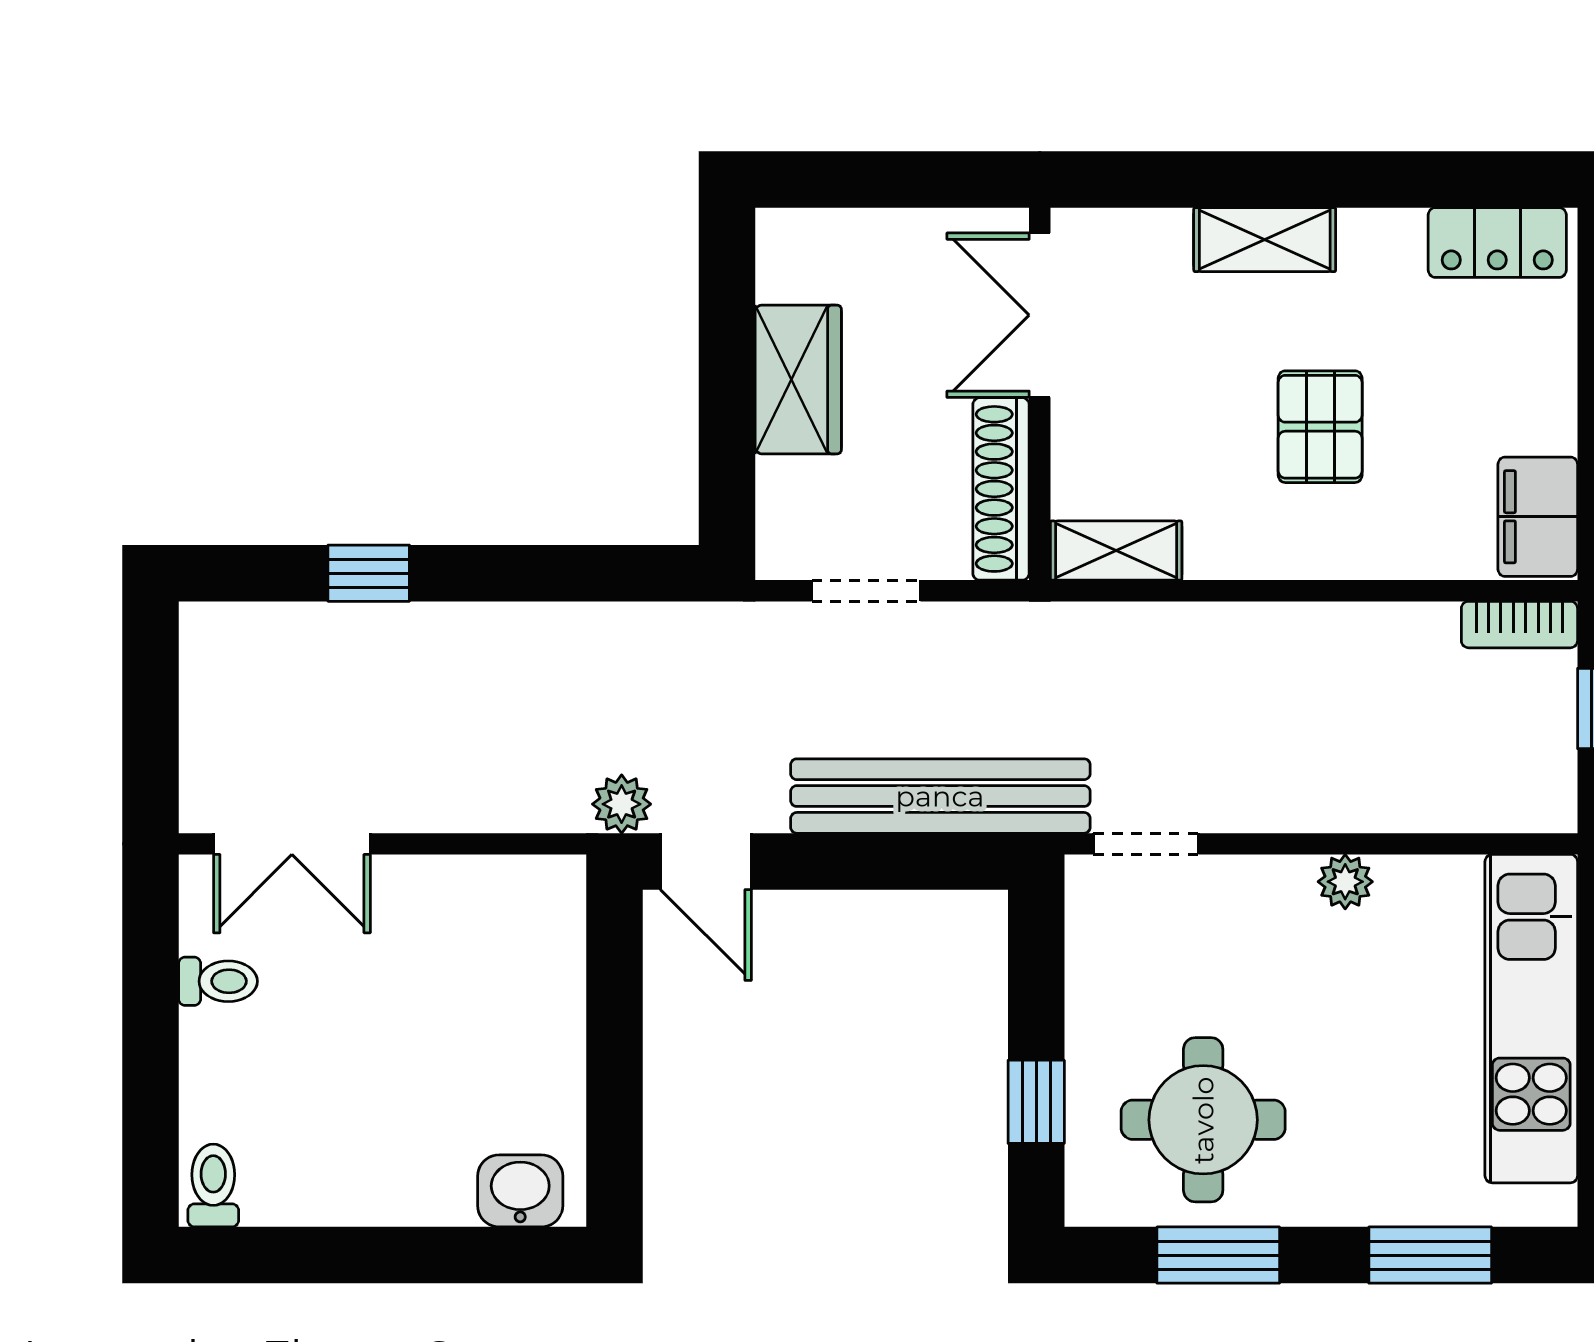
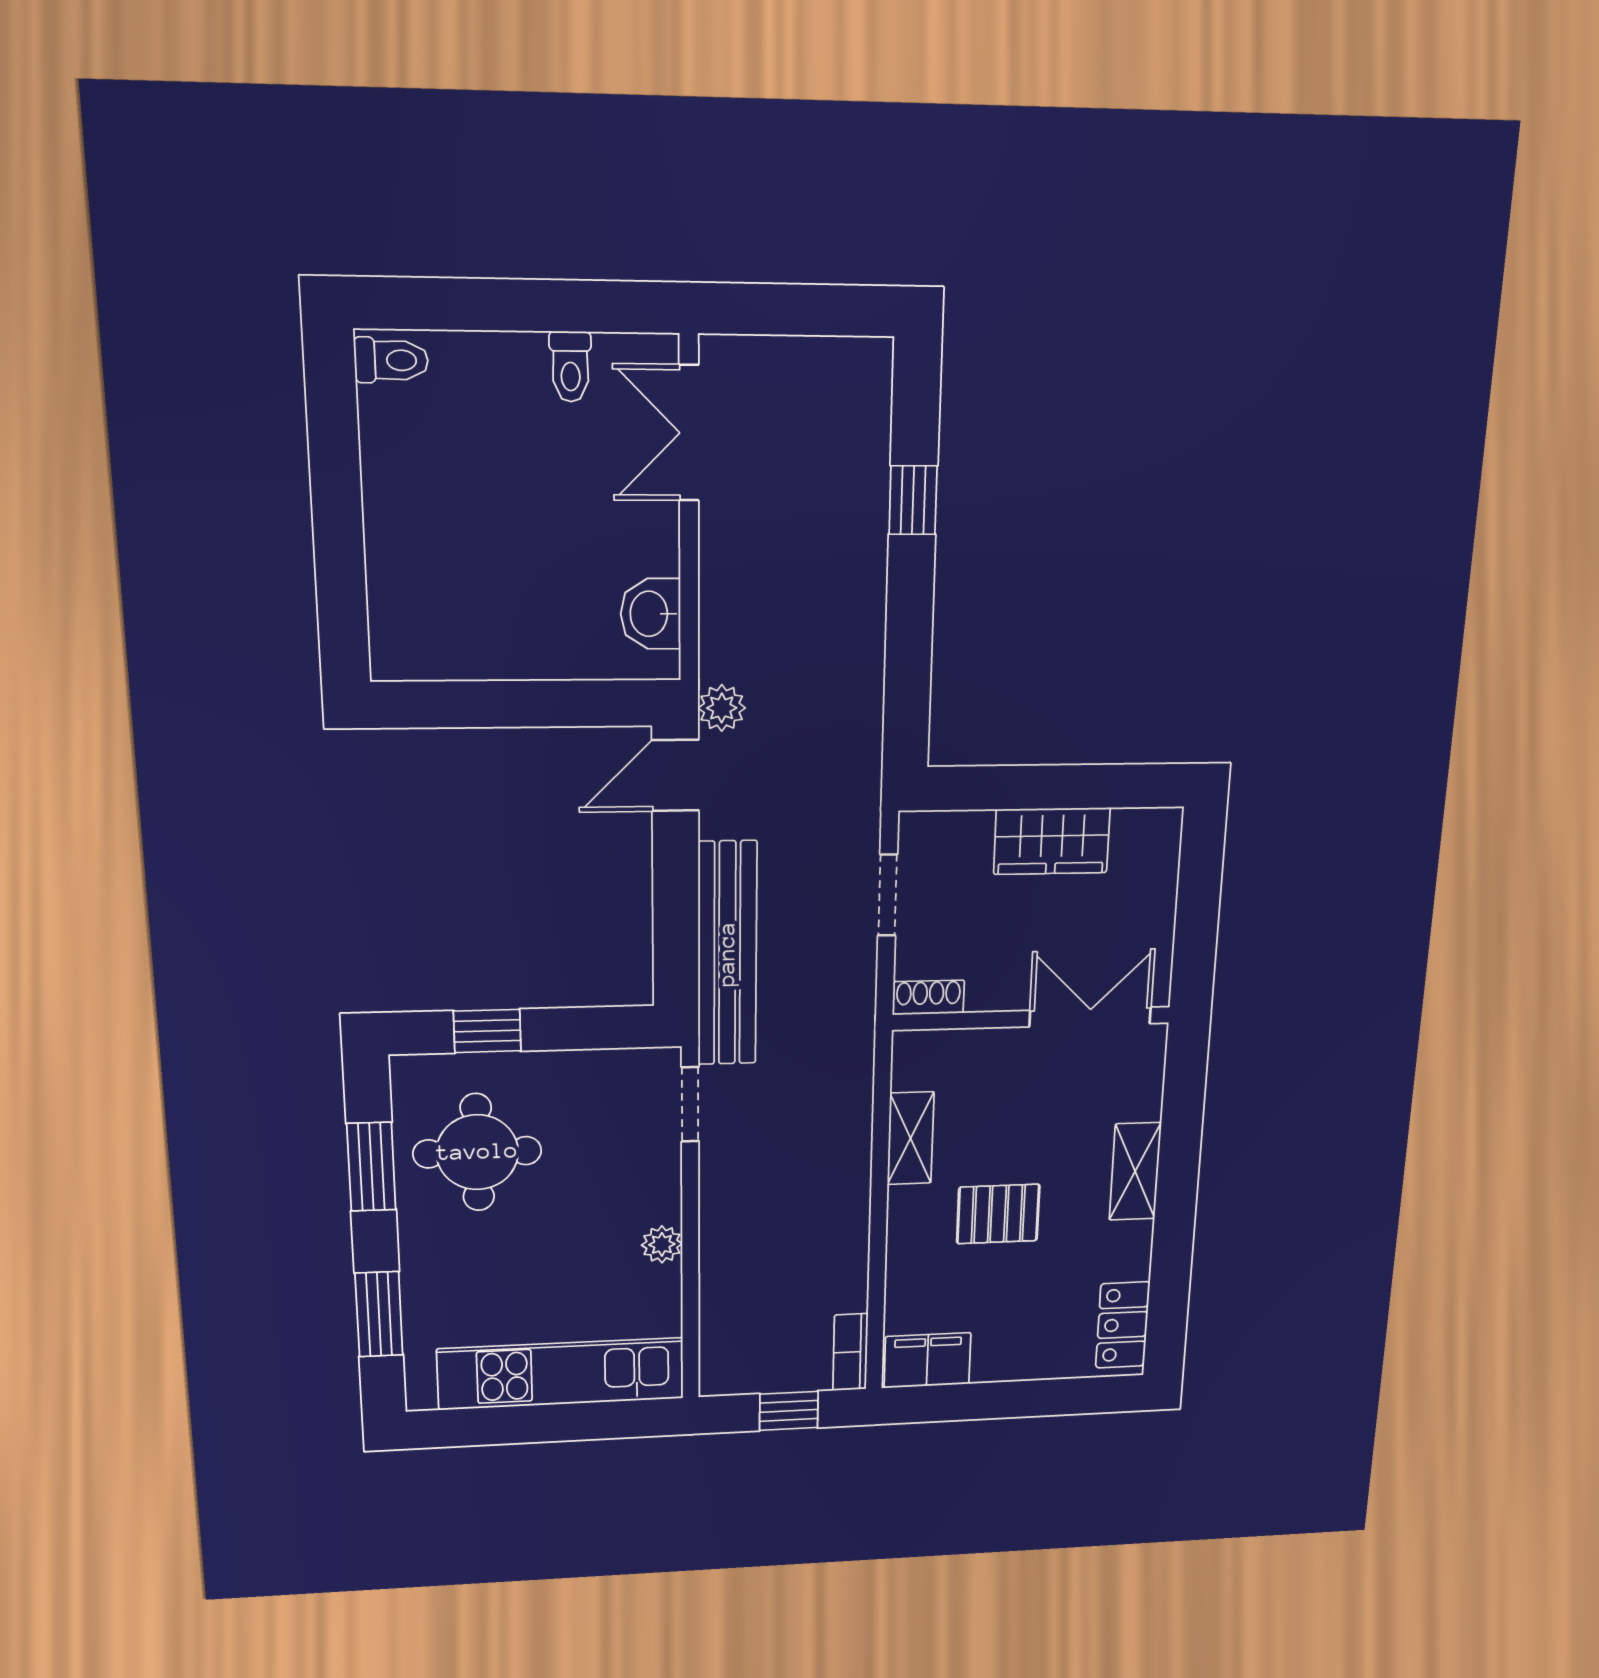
shoe rack: (1001, 489) -> (928, 997), width x0.51, depth x0.81
shelving: (1116, 551) -> (911, 1138), moved
washbasin: (520, 1191) -> (651, 614), moved, turned 180

